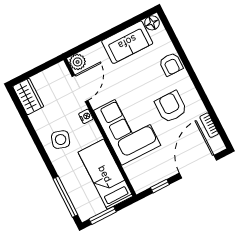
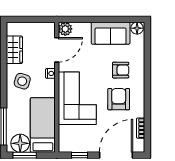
armchair: (171, 64) -> (121, 70), moved, turned -90
wardrobe: (28, 96) -> (14, 50), moved
floor lamp: (92, 205) -> (20, 143), added

